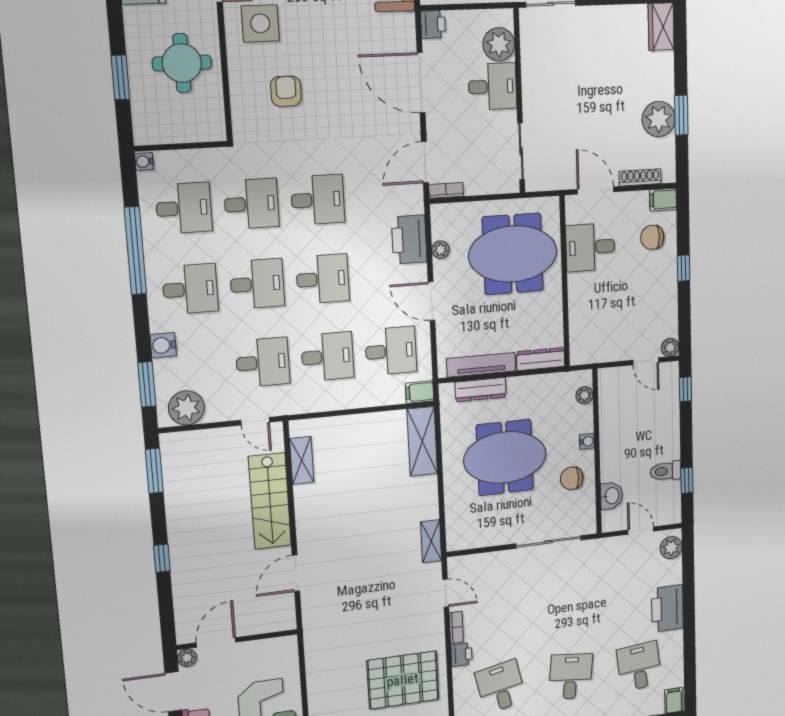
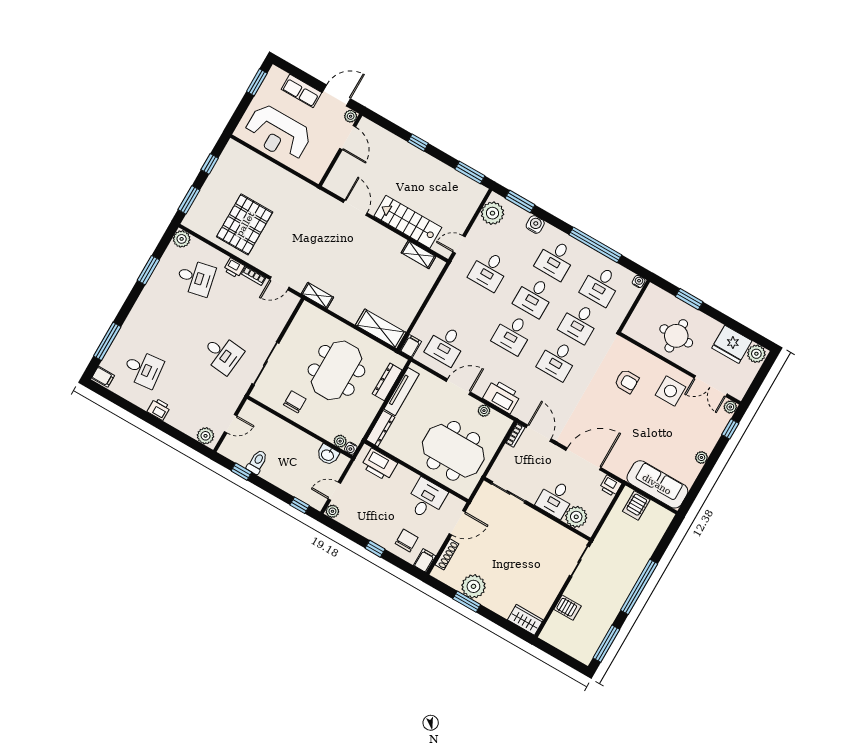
meeting table: (513, 254) -> (453, 451), turned 90
printer: (584, 331) -> (379, 465), added
desk: (328, 357) -> (467, 308), removed
water cooler: (587, 441) -> (351, 448), moved
washbasin: (611, 496) -> (328, 455), moved
printer: (667, 608) -> (159, 409), width x0.53, depth x0.68
desk: (571, 676) -> (222, 354), moved

